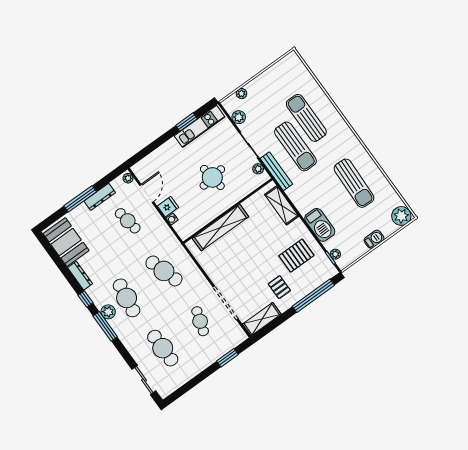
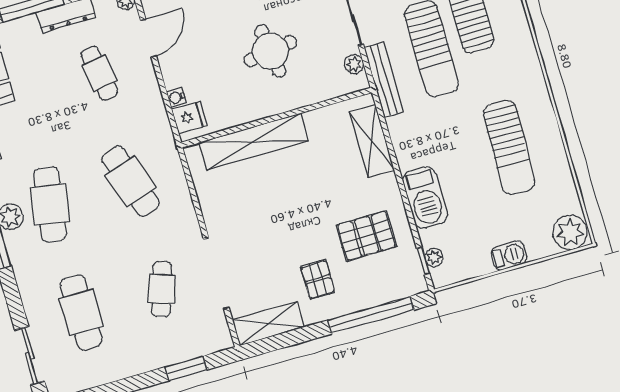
fridge: (168, 207) -> (189, 117), moved

